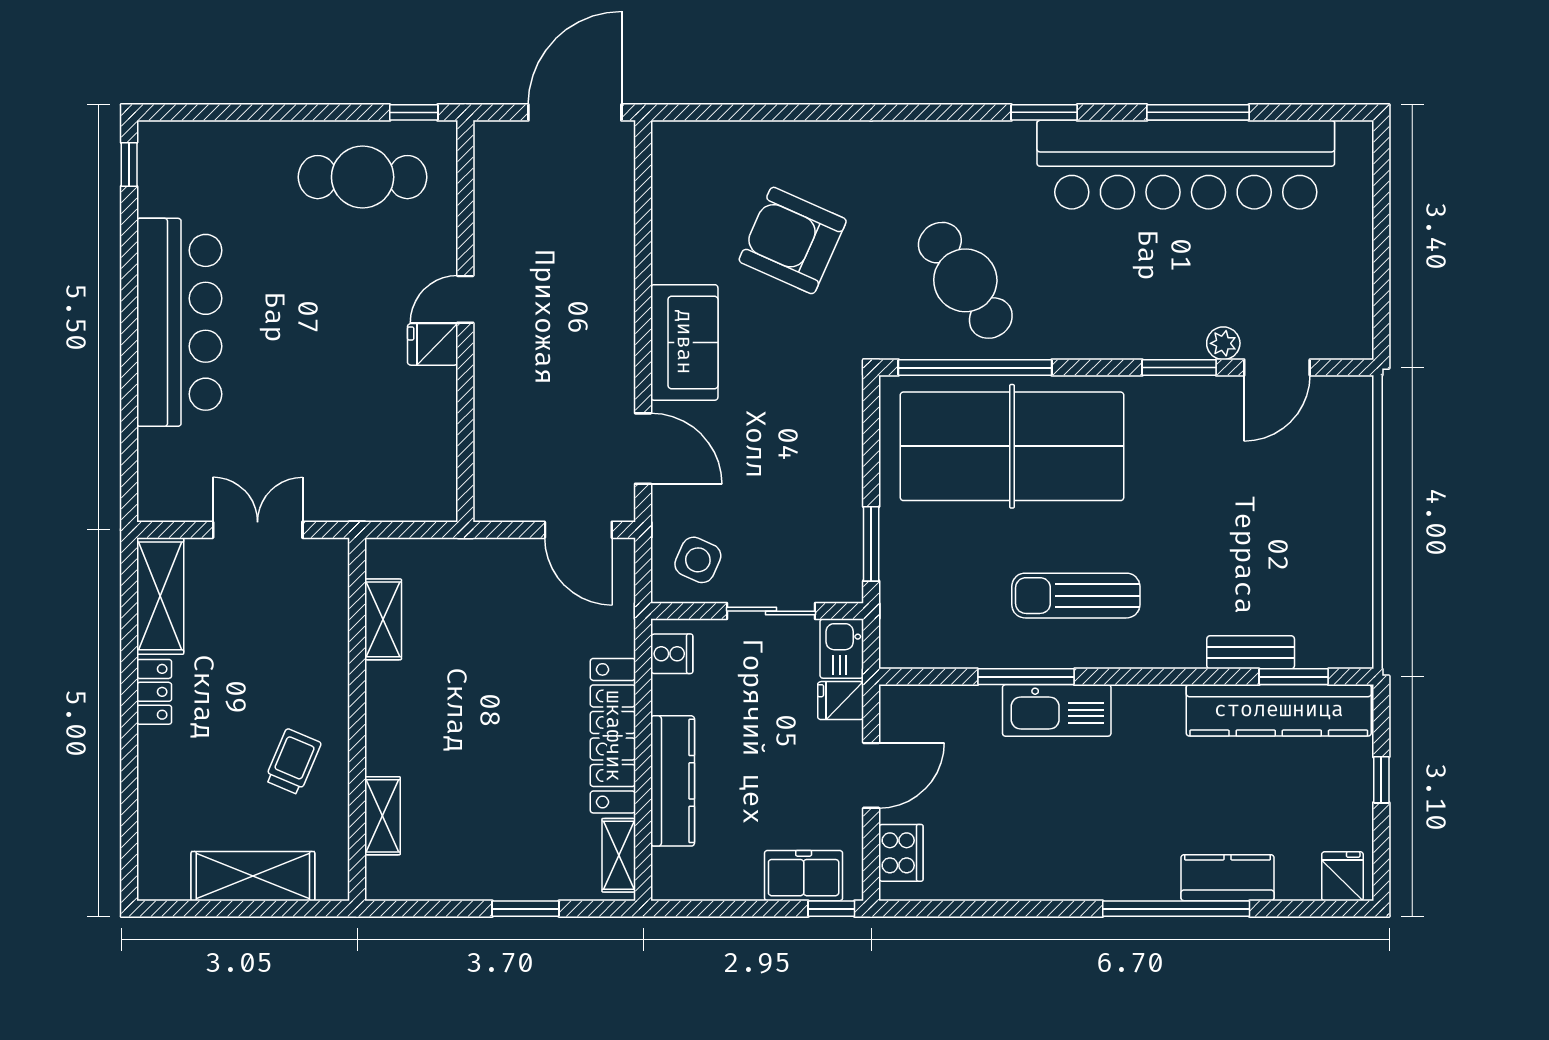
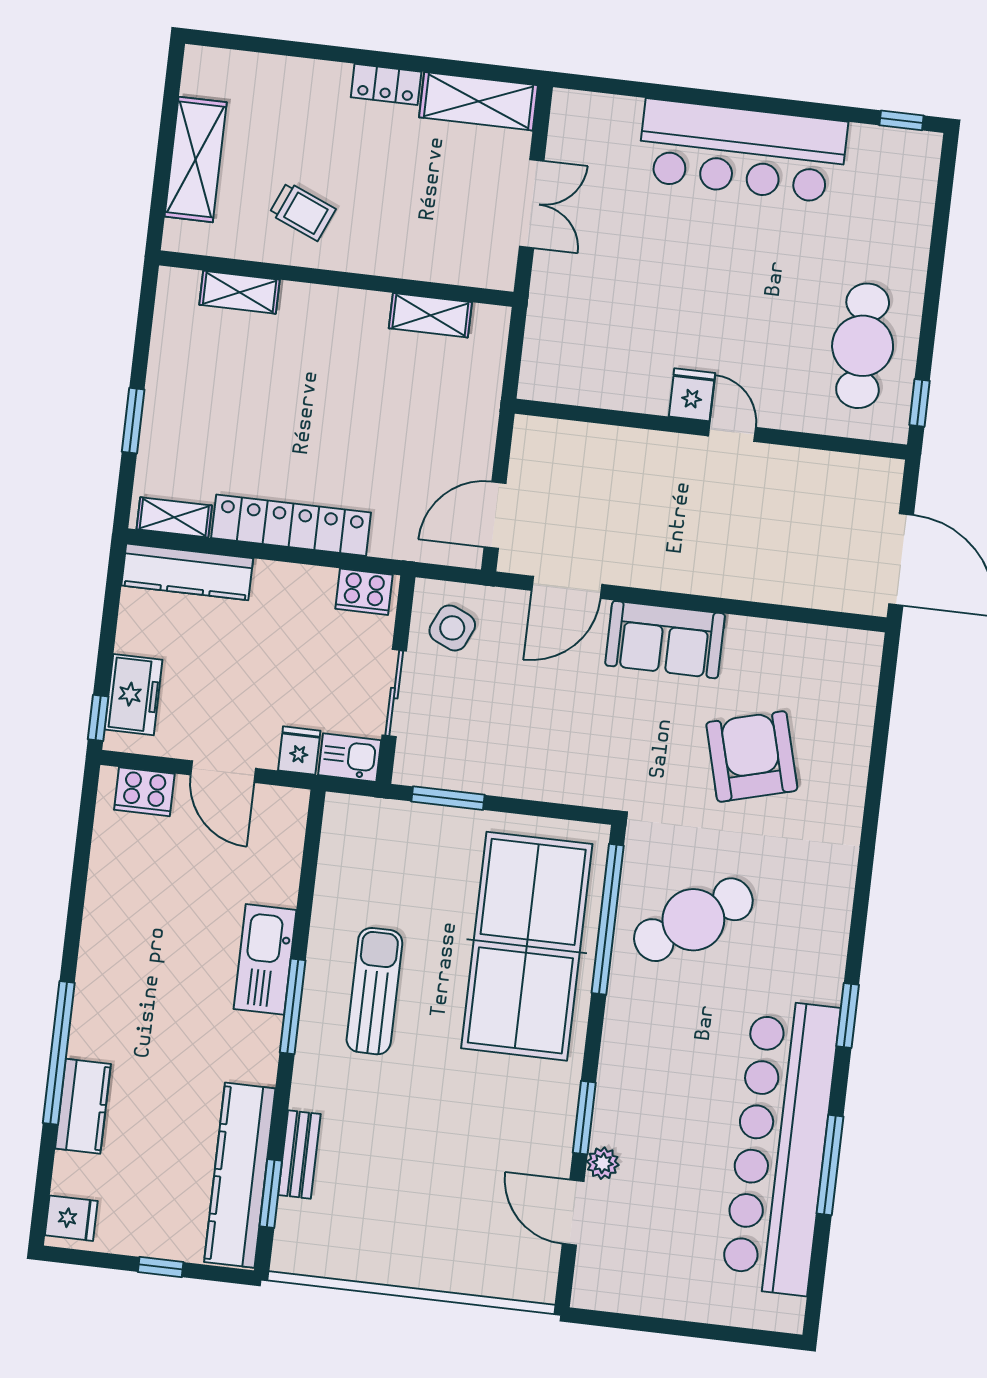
armchair: (793, 240) -> (752, 756), turned -39
cooker: (672, 654) -> (364, 592), width x1.36
window: (1026, 677) -> (293, 1006), moved
kitchen counter: (673, 781) -> (187, 572), moved

